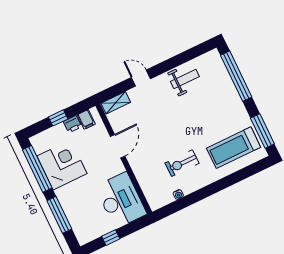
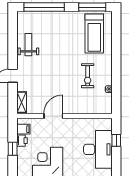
door: (118, 146) -> (53, 116), hinge flipped
desk: (121, 200) -> (98, 149), moved, turned 90
window: (111, 238) -> (116, 140), moved

